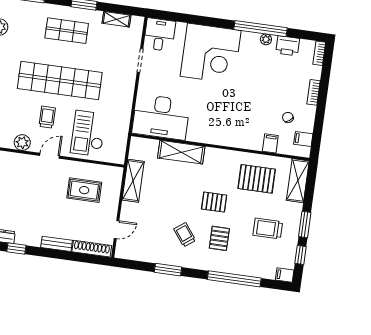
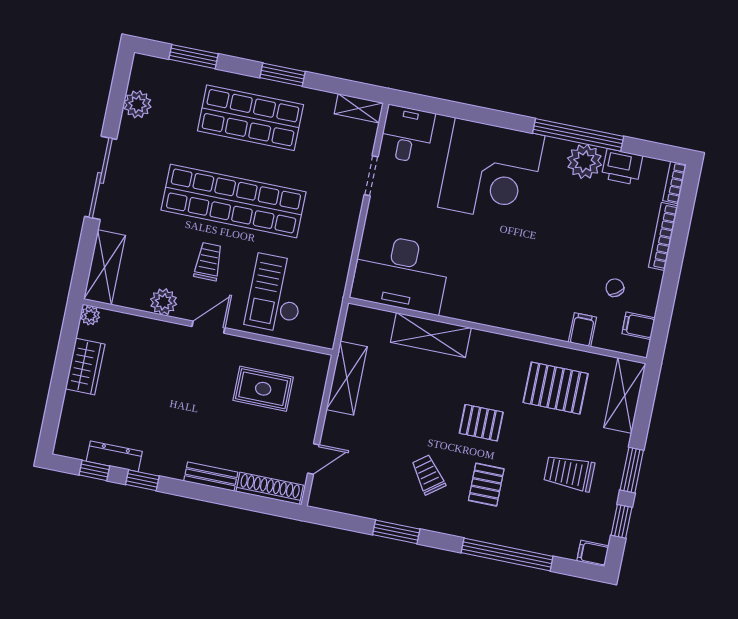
shelving: (117, 19) -> (359, 108), moved
shop shelf: (67, 31) -> (250, 118), width x1.43, depth x1.36
plant: (266, 39) -> (584, 162), width x1.87, depth x1.87
bookcase: (314, 92) -> (663, 237), width x1.56

